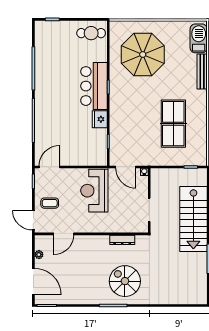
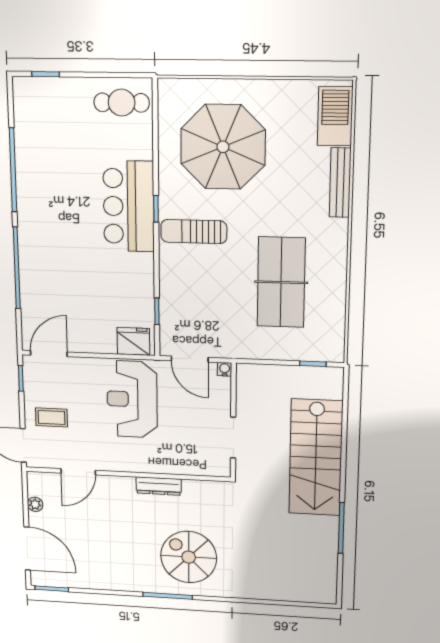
sun lounger: (128, 98) -> (194, 231), added
fridge: (100, 119) -> (133, 341), moved, turned 90
dresser: (122, 240) -> (159, 486), moved

